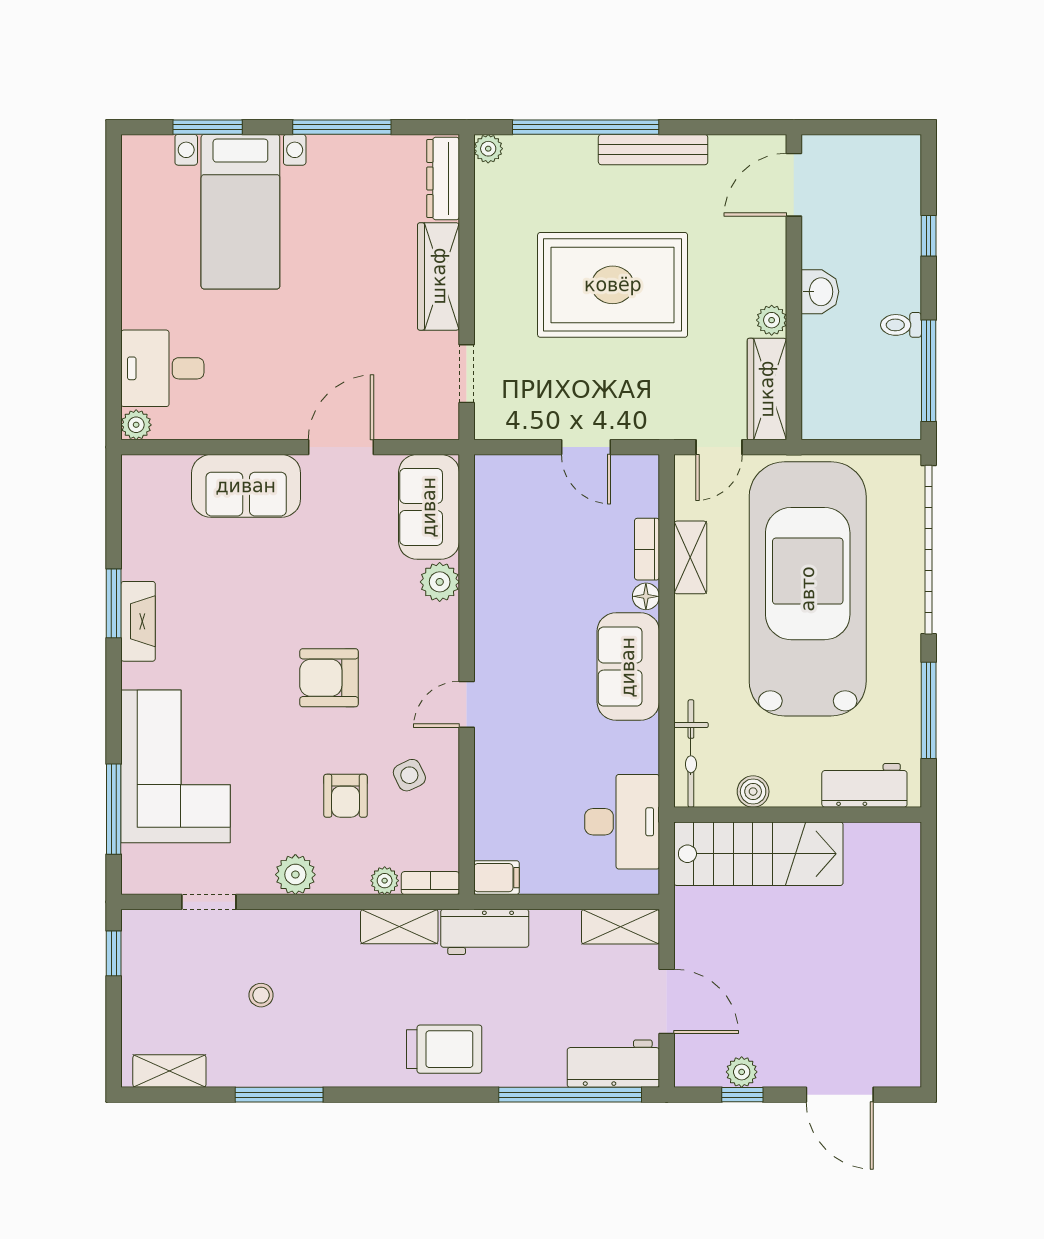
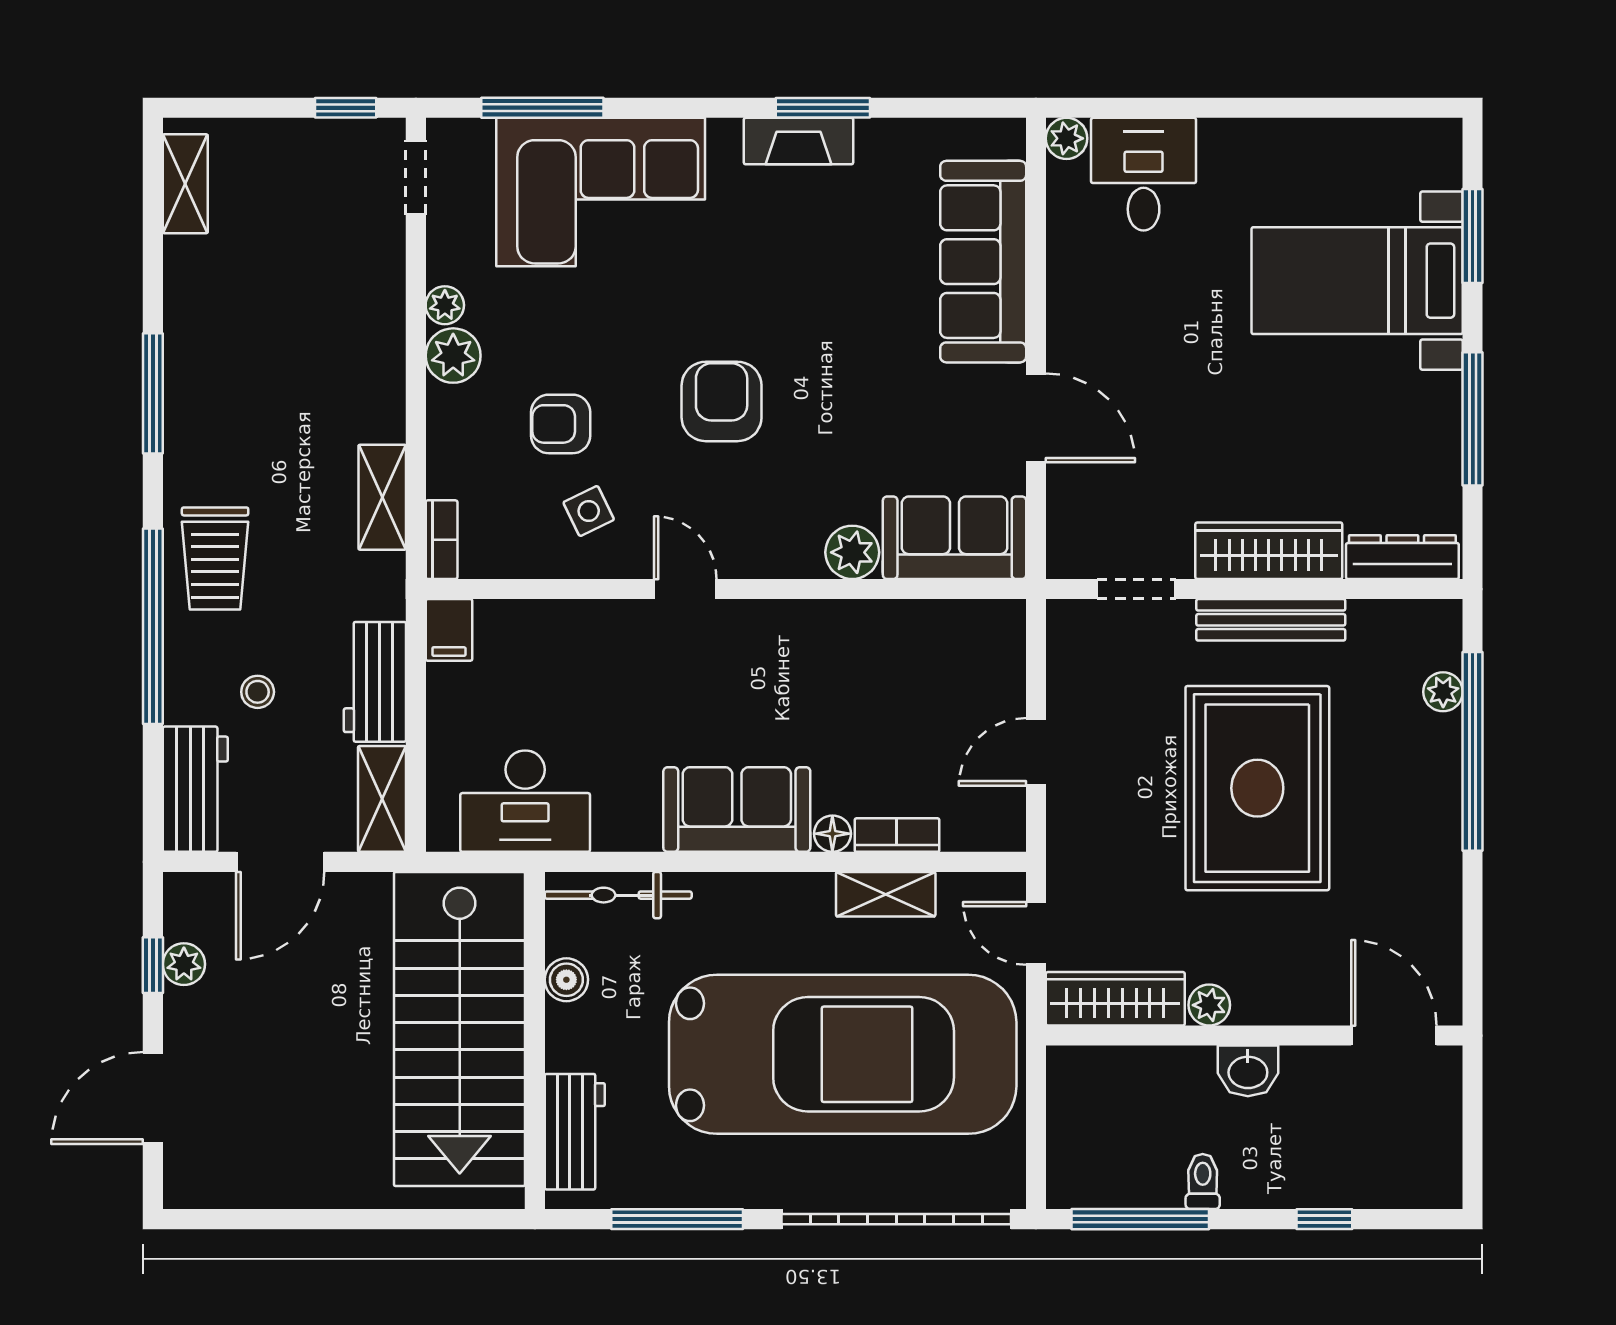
plant: (488, 149) -> (1443, 692), moved
bench: (653, 150) -> (1271, 620), moved, turned 90
sofa: (246, 486) -> (983, 262), width x1.36
stairs: (758, 854) -> (460, 1029), width x1.36, depth x1.51
plant: (385, 881) -> (445, 305), moved
doorway: (209, 902) -> (416, 178), moved
workbench: (485, 932) -> (375, 682), moved
stool: (261, 995) -> (258, 692), moved
window: (279, 1095) -> (153, 393), moved
window: (570, 1095) -> (153, 626), moved

